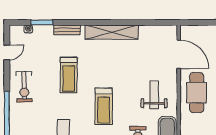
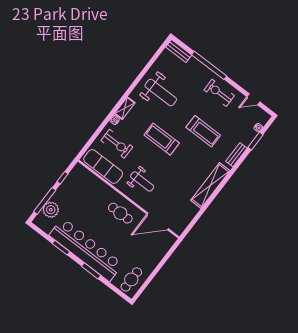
door: (7, 52) -> (253, 99), hinge flipped
treadmill: (69, 75) -> (203, 131), turned 180
cafe table: (197, 93) -> (120, 213), width x0.73, depth x0.74

